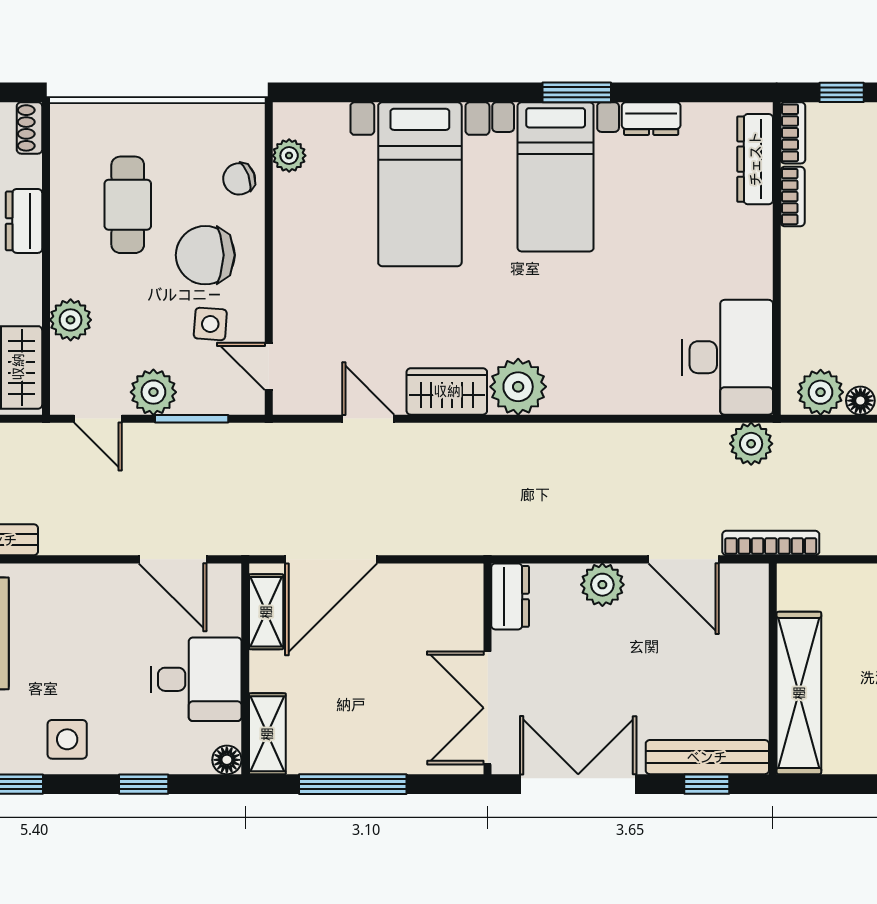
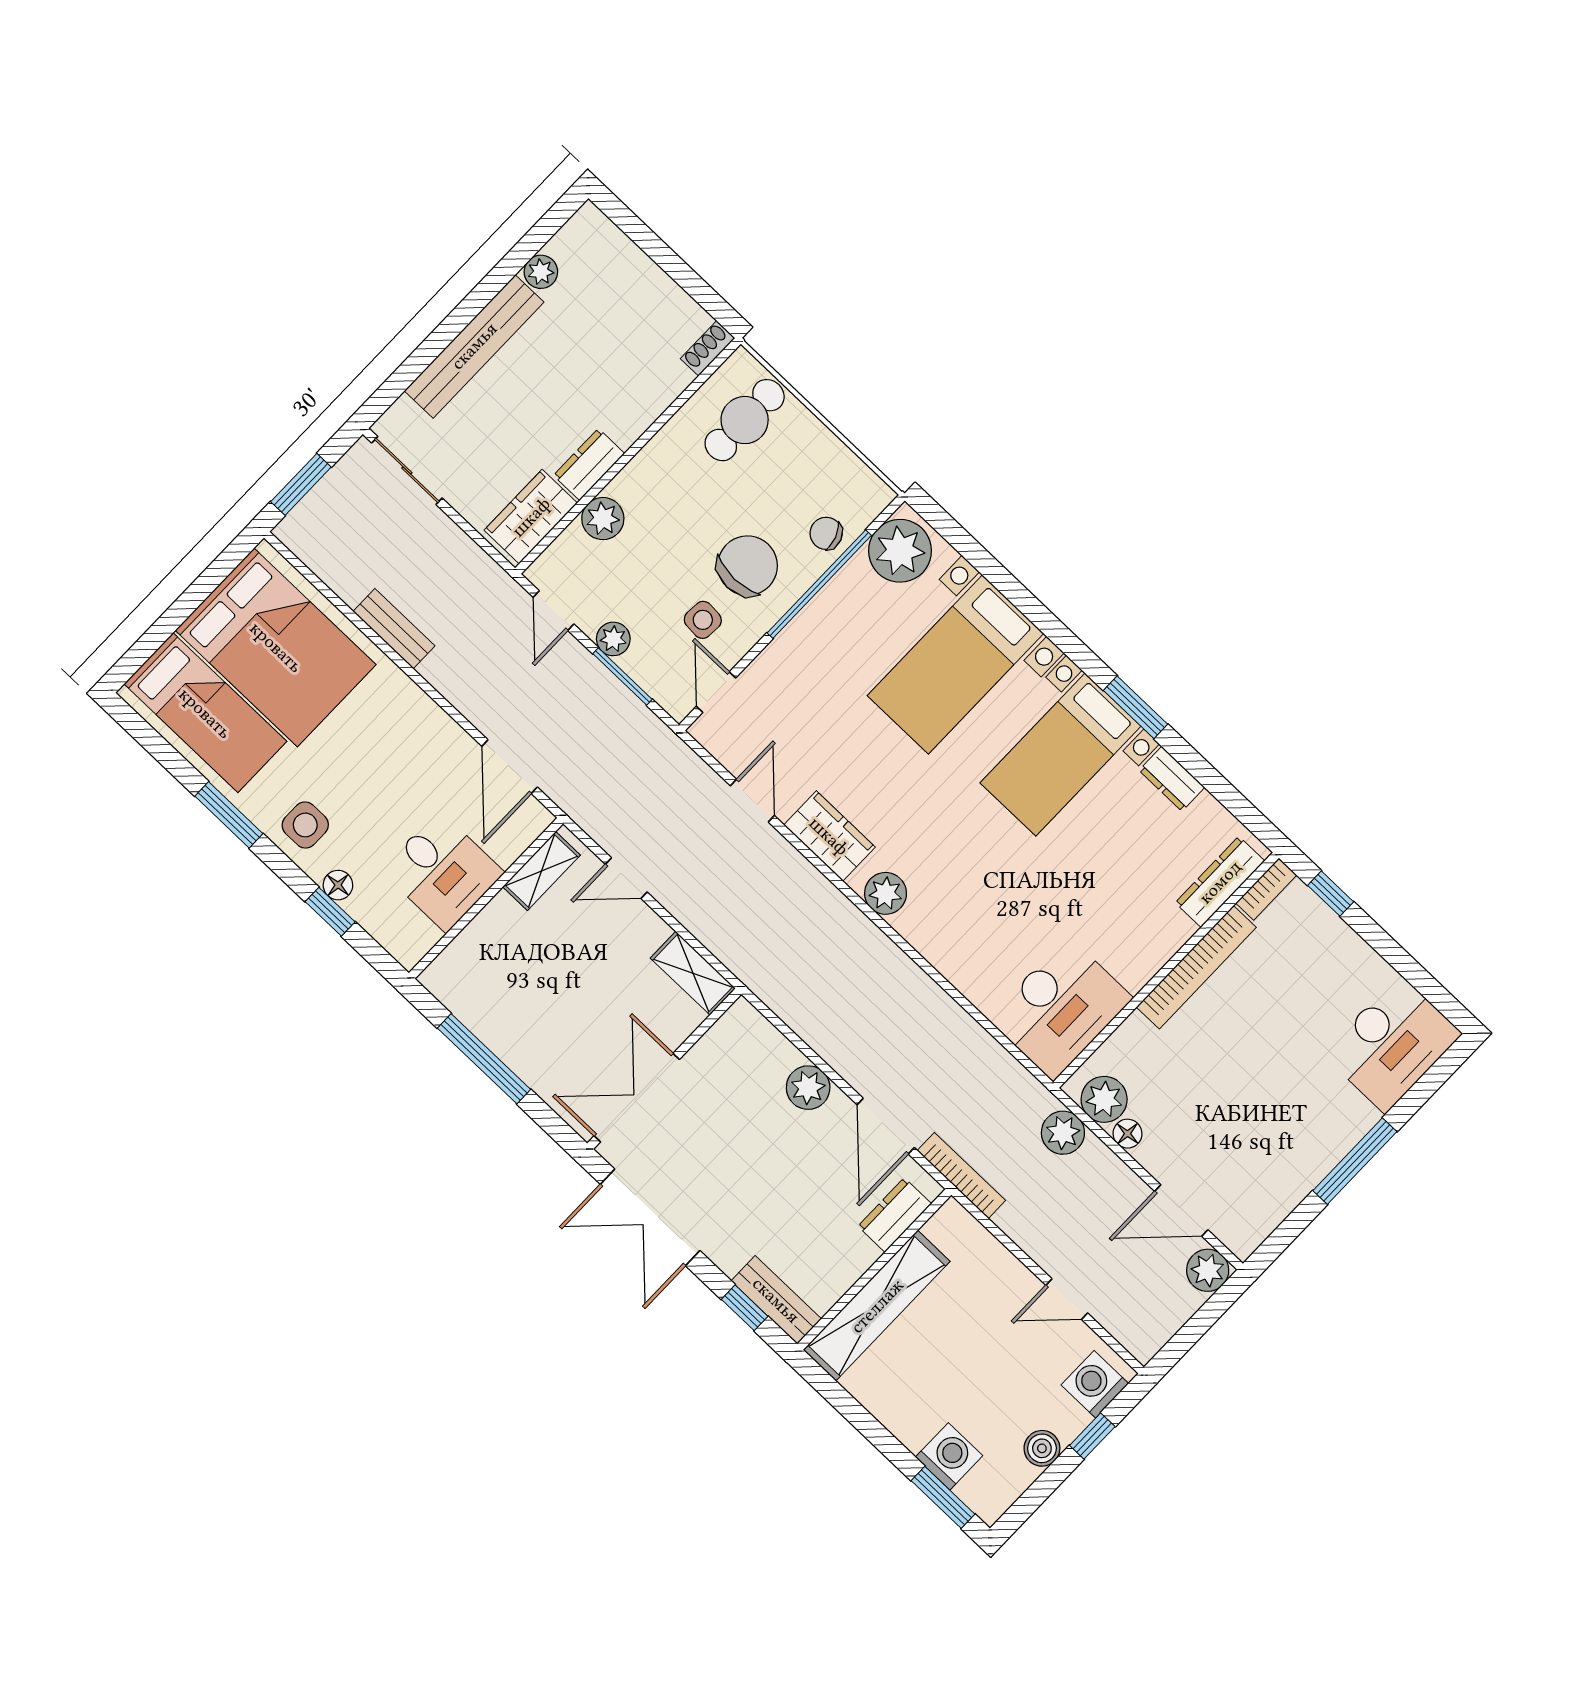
plant: (289, 156) -> (900, 551), width x1.88, depth x1.88
bookcase: (793, 197) -> (1196, 967), width x2.31, depth x1.31
cafe table: (128, 205) -> (745, 420), moved
window: (269, 220) -> (819, 584), added
dresser: (24, 221) -> (589, 464), moved
chair: (205, 255) -> (748, 566), turned 90
plant: (518, 387) -> (886, 893), width x0.73, depth x0.73
plant: (153, 392) -> (613, 639), width x0.73, depth x0.73
plant: (751, 444) -> (1063, 1133), moved
door: (331, 559) -> (626, 878), width x0.53
dresser: (510, 596) -> (895, 1215), moved, turned 180
shelving: (267, 734) -> (693, 973), moved, turned 90
bench: (707, 757) -> (776, 1300), width x0.73
floor lamp: (227, 760) -> (338, 885), moved
double door: (578, 784) -> (650, 1217), swing flipped

